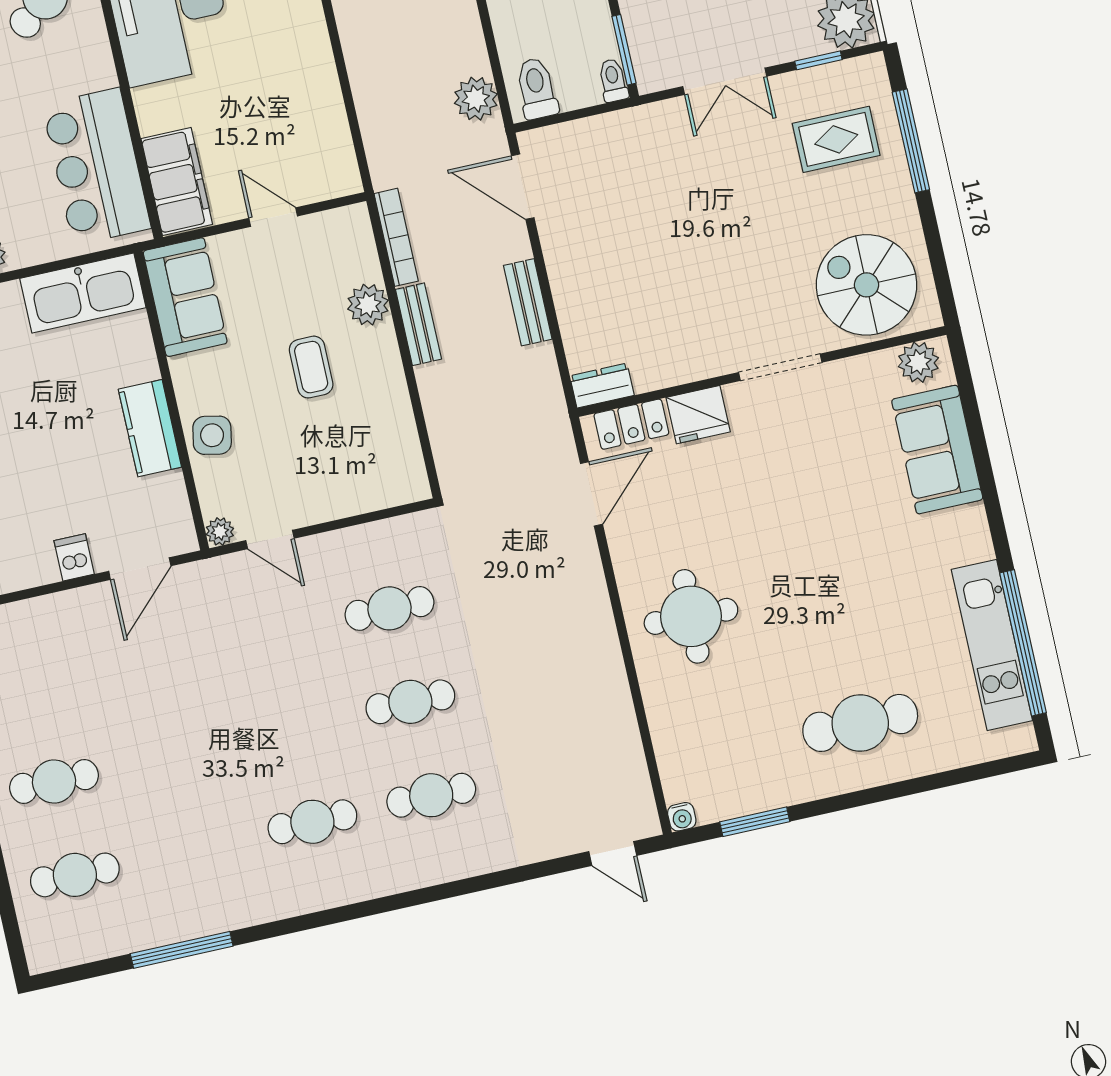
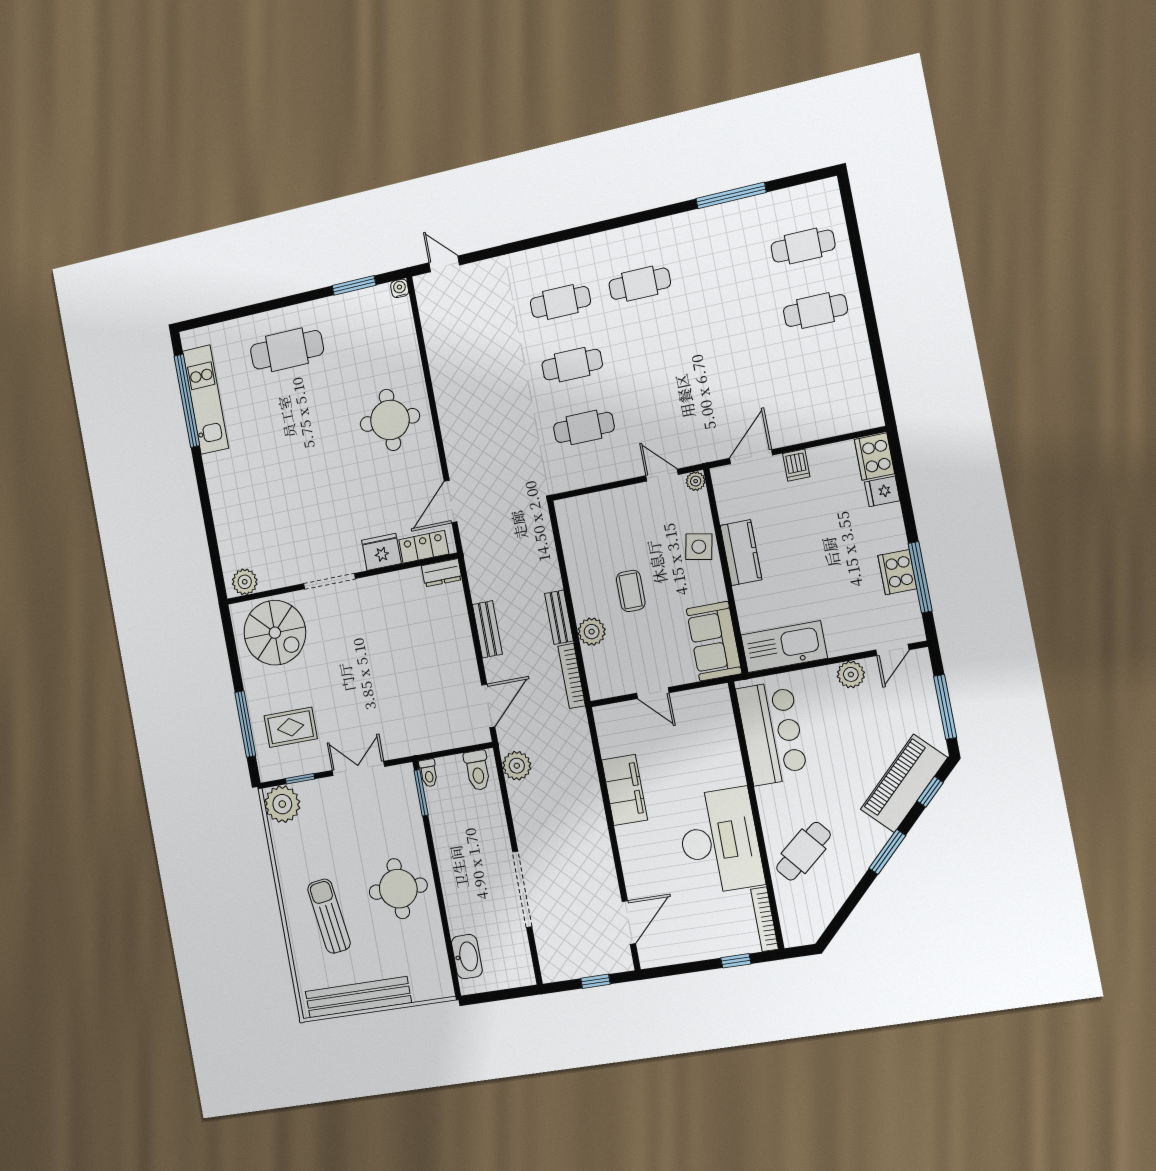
filing cabinet: (177, 181) -> (624, 790), moved, turned 180
door: (523, 187) -> (488, 706), hinge flipped
sofa: (937, 450) -> (235, 525), removed

